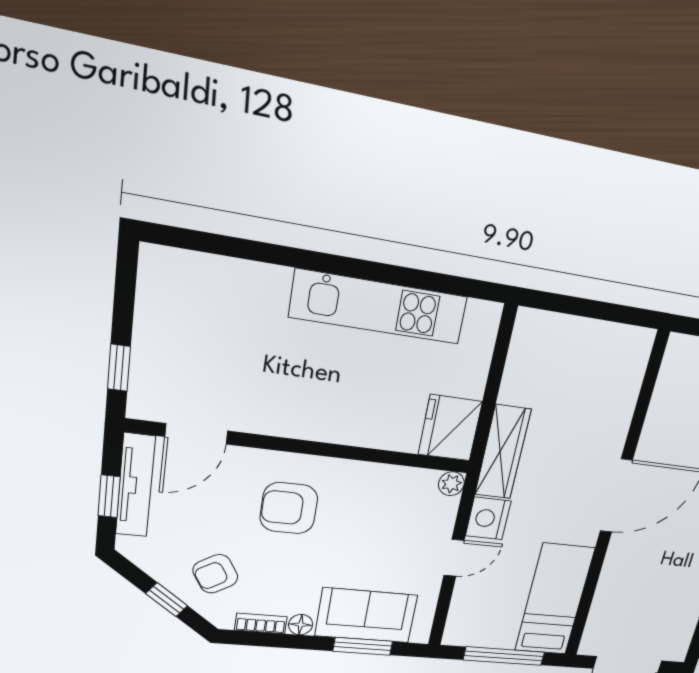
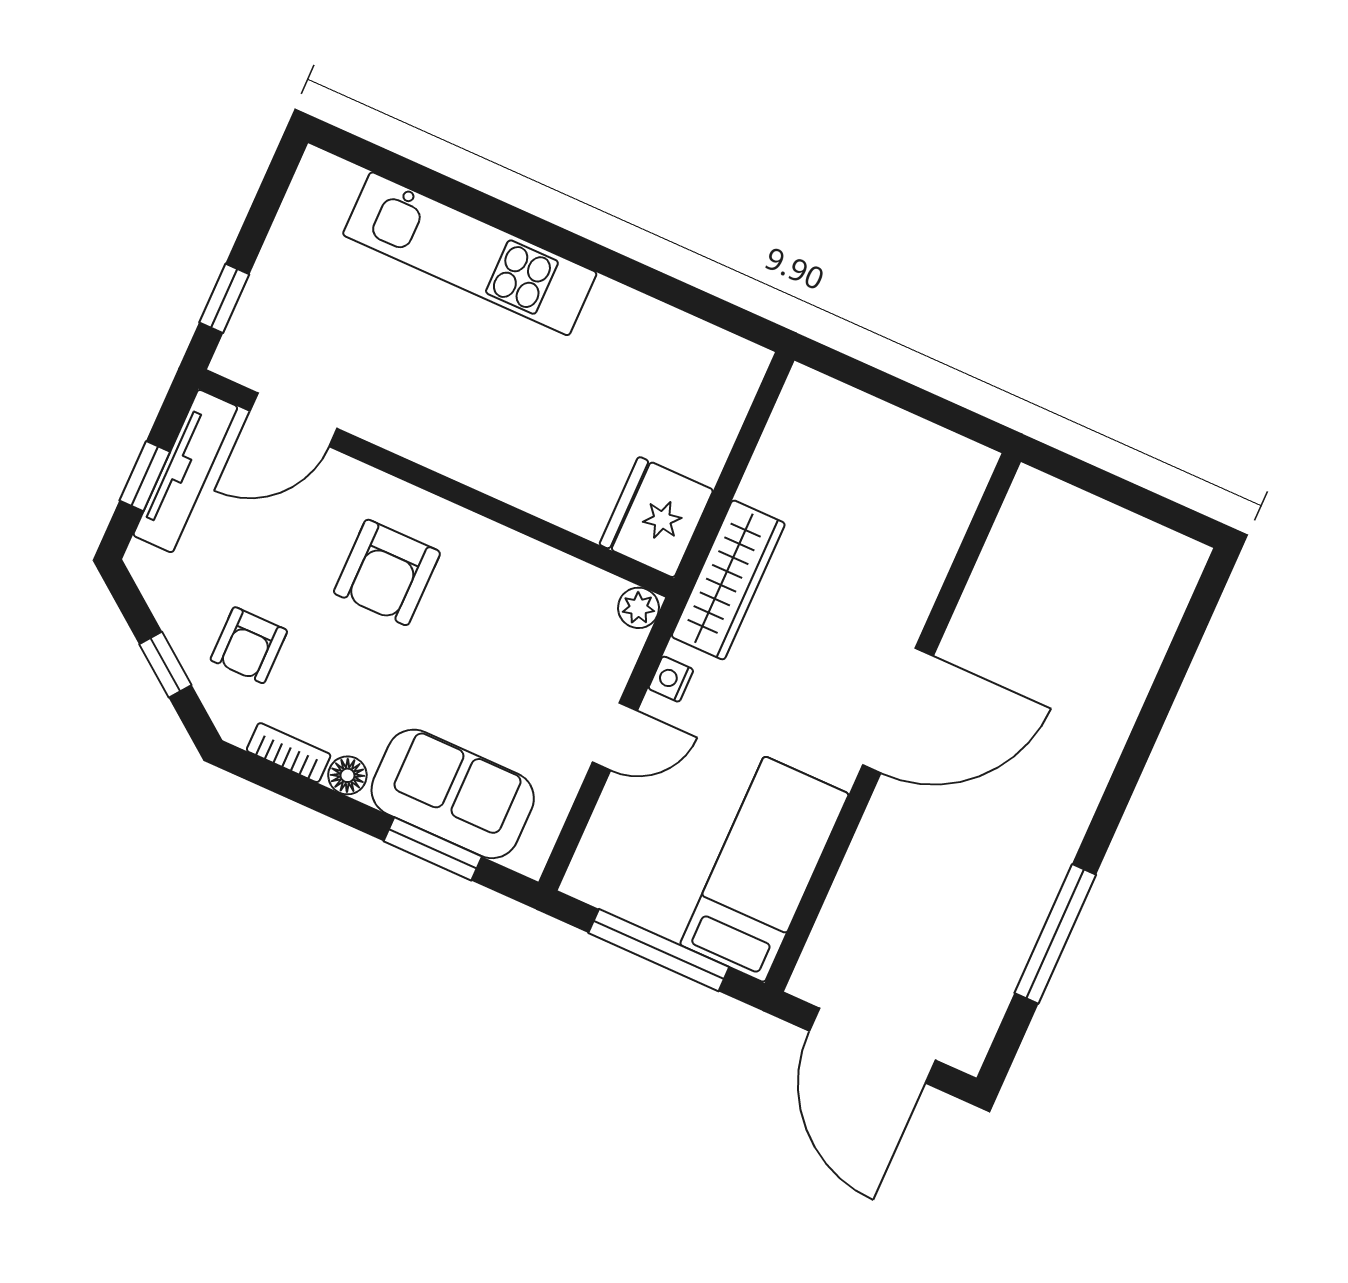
kitchen unit: (379, 307) -> (470, 254), moved
armchair: (289, 508) -> (387, 572), turned -90
nightstand: (488, 518) -> (671, 679), width x0.53, depth x0.56
armchair: (215, 574) -> (249, 645), turned -59

